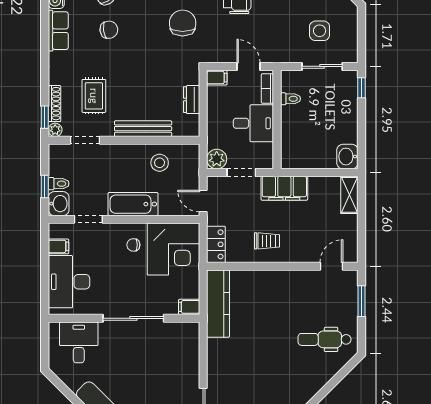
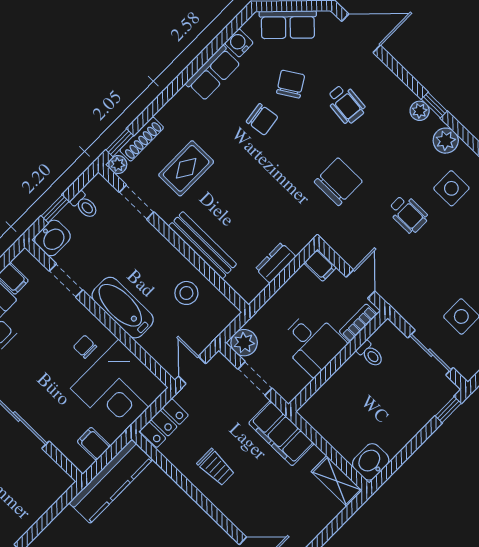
toilet: (59, 184) -> (85, 205), moved
shelving: (349, 195) -> (337, 481), moved, turned 90
filing cabinet: (189, 307) -> (94, 444), moved

